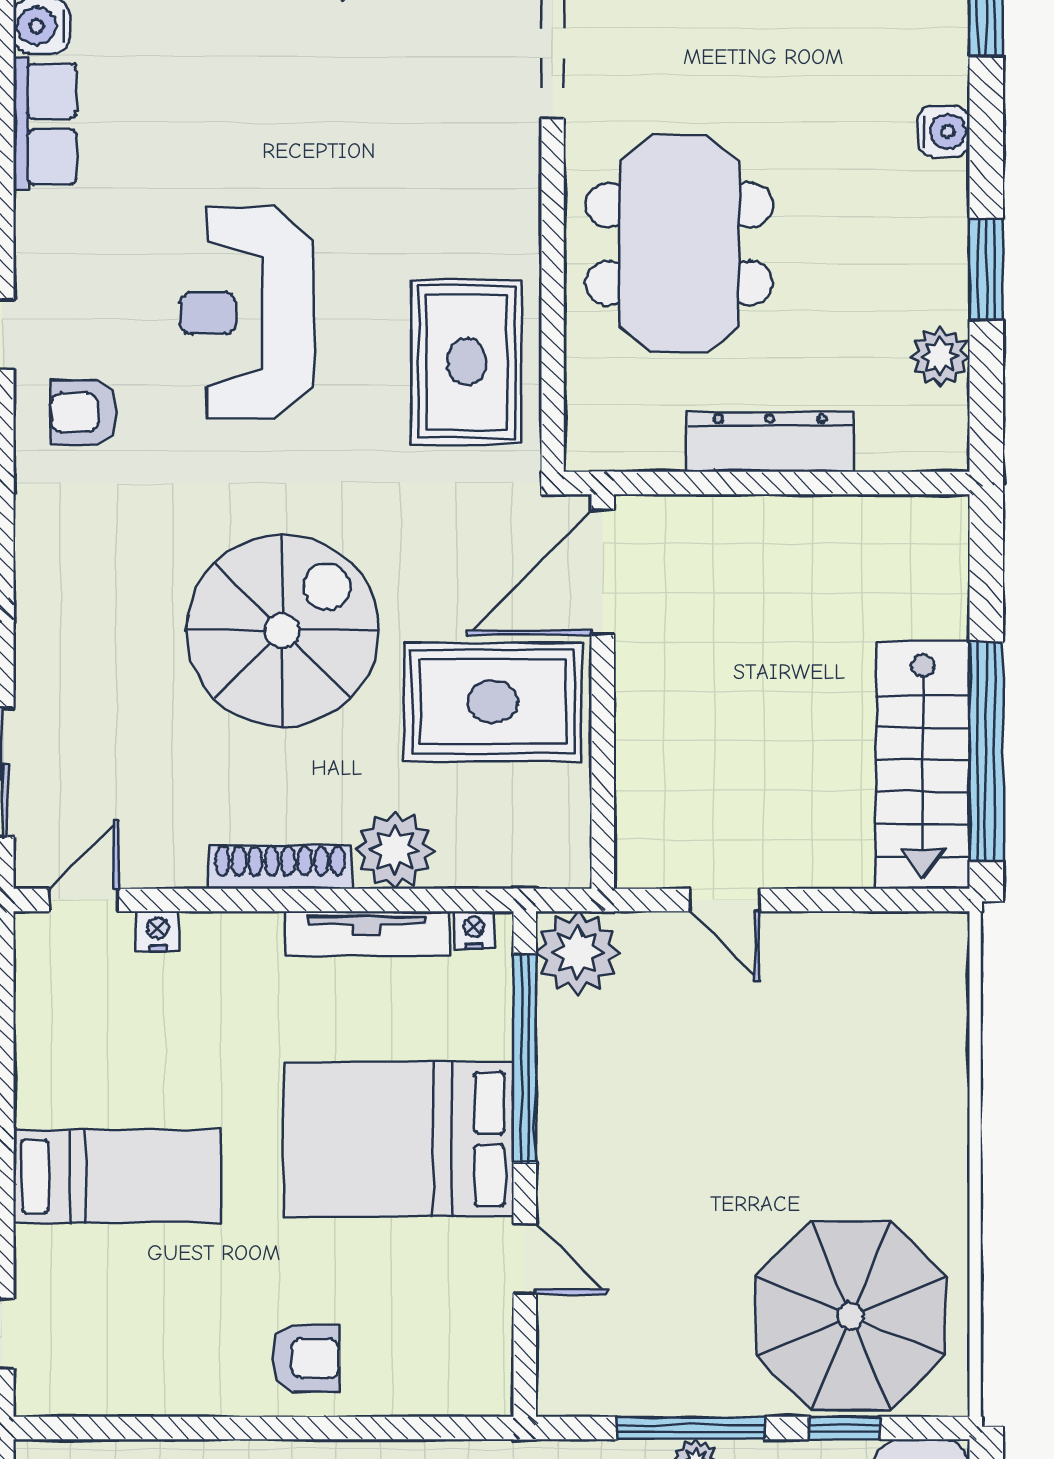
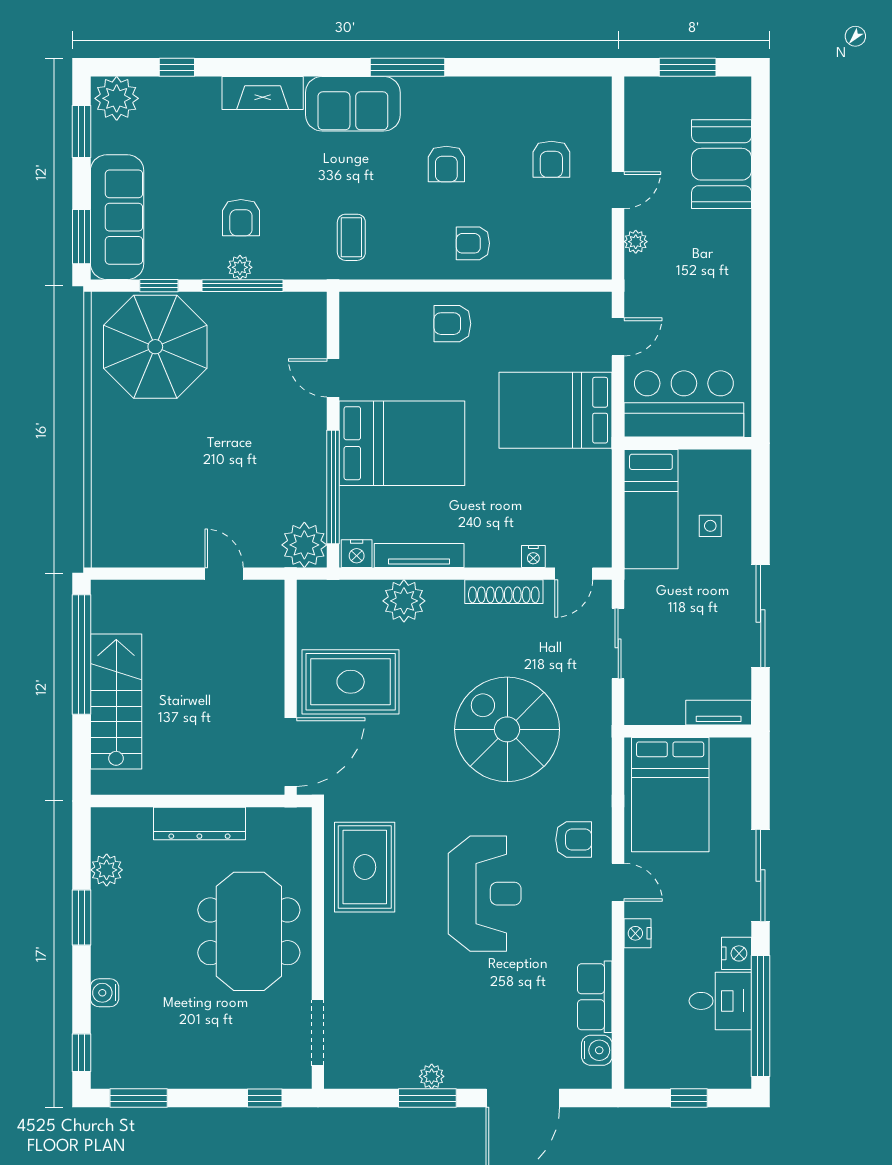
spiral stairs: (282, 631) -> (507, 729), moved, turned 90
stairs: (923, 765) -> (116, 702), moved
shoe rack: (280, 867) -> (504, 592), moved
nightstand: (474, 930) -> (357, 554), width x1.39, depth x1.35
bed: (117, 1176) -> (556, 410), width x1.50

